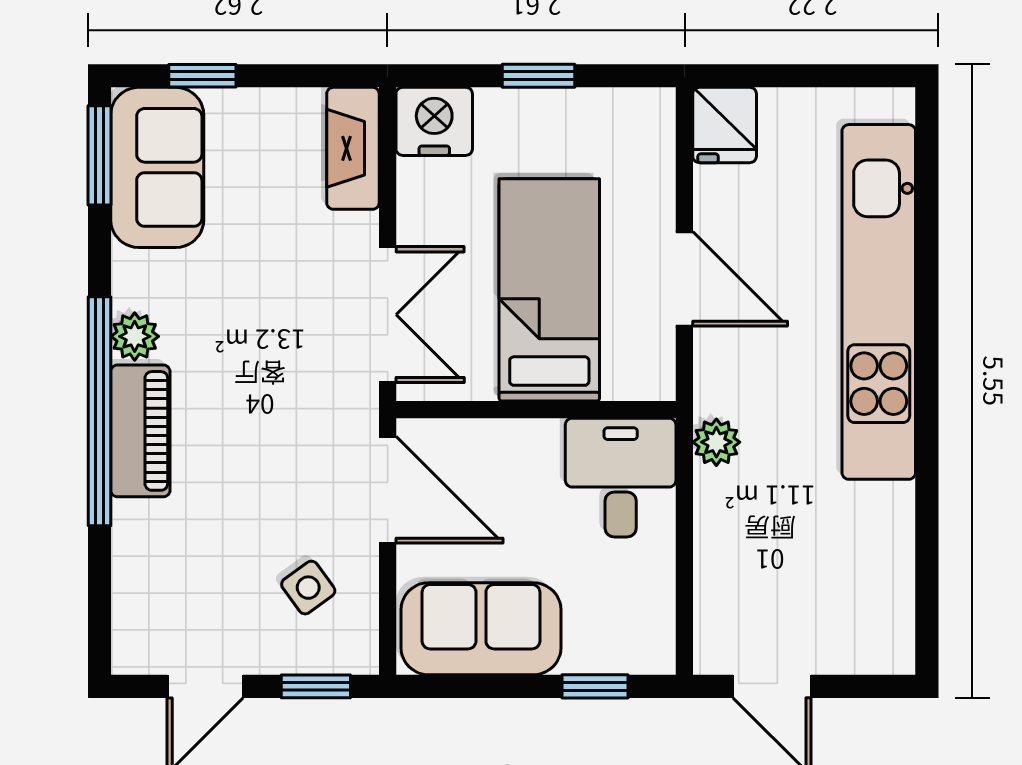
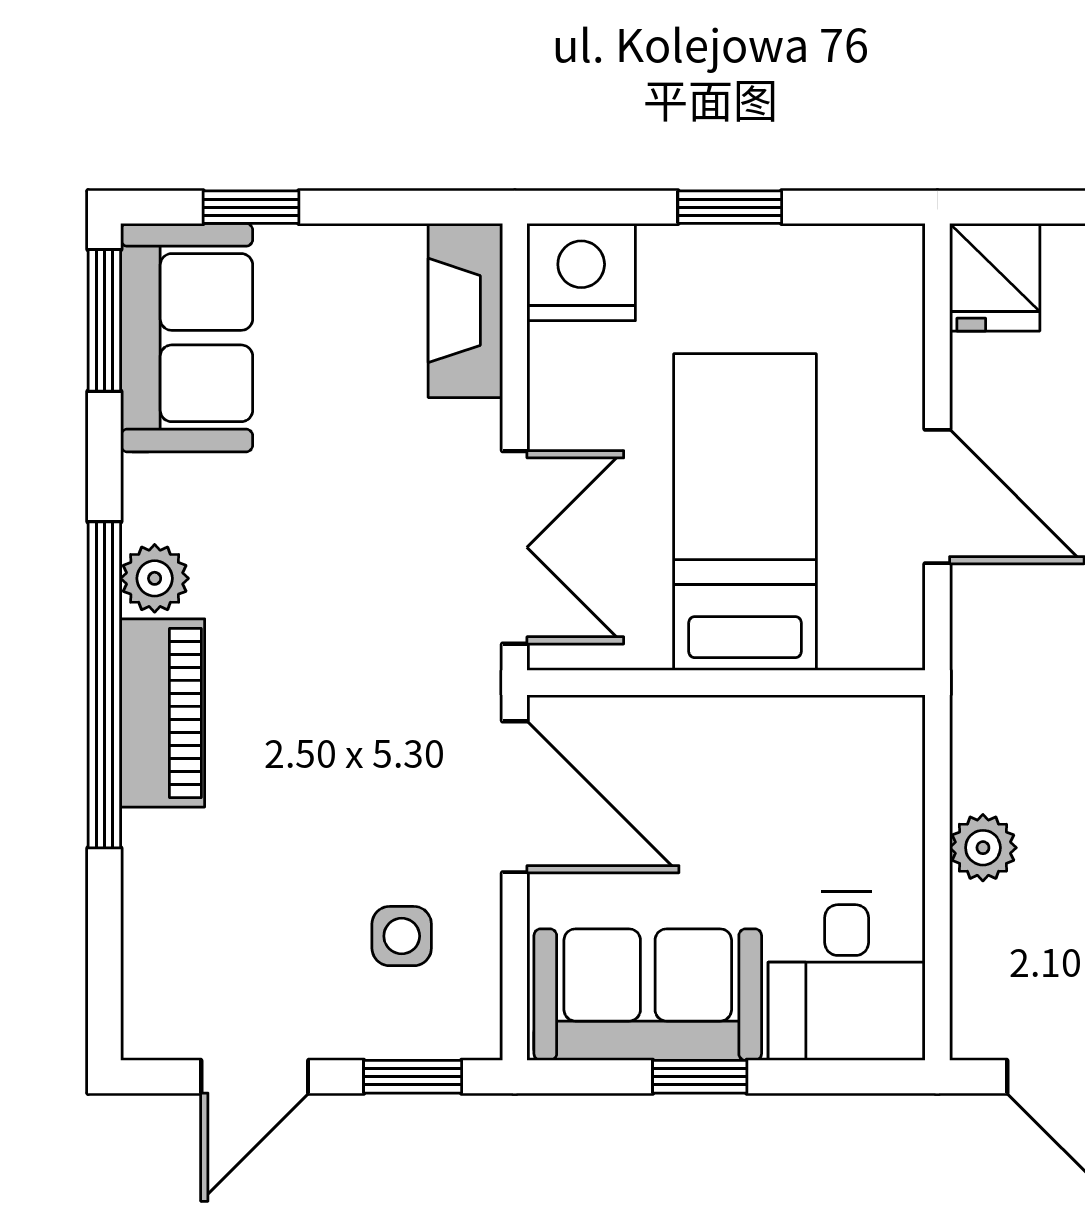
plant: (716, 442) -> (983, 848), moved
desk: (621, 478) -> (847, 976), moved, turned 180
side table: (308, 588) -> (402, 936), turned 36
window: (595, 686) -> (700, 1077), moved

